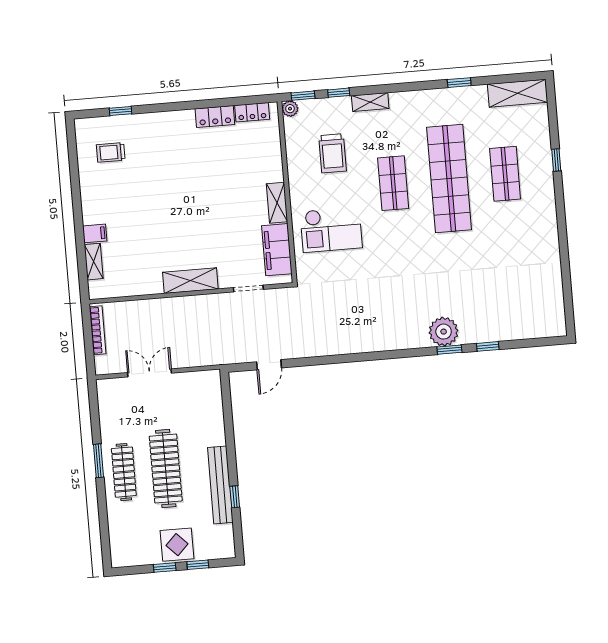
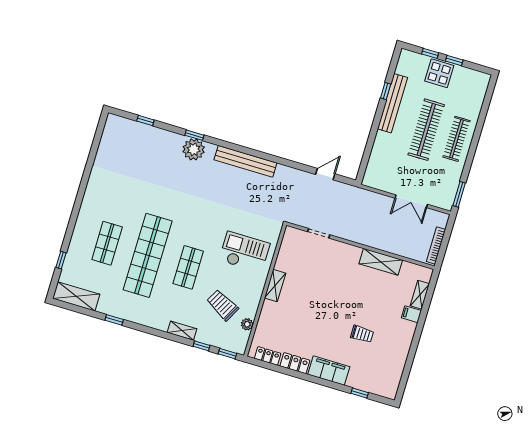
plant: (290, 109) -> (247, 324), moved
trolley: (111, 152) -> (362, 334), moved
trolley: (333, 153) -> (223, 305), turned -62
window: (556, 160) -> (61, 260), moved
filing cabinet: (277, 250) -> (329, 371), moved, turned -90
shelving: (190, 281) -> (381, 262), moved
bench: (374, 342) -> (245, 161), added
window: (488, 346) -> (145, 121), moved
window: (99, 461) -> (459, 194), moved

